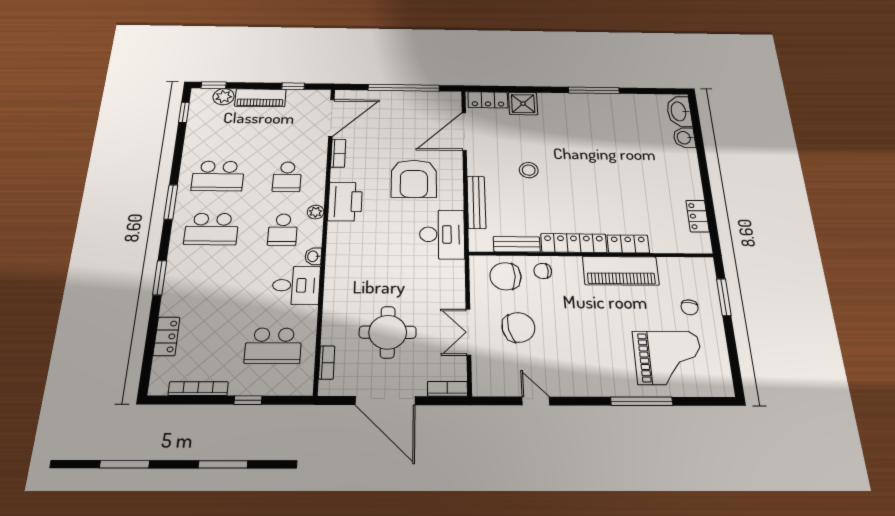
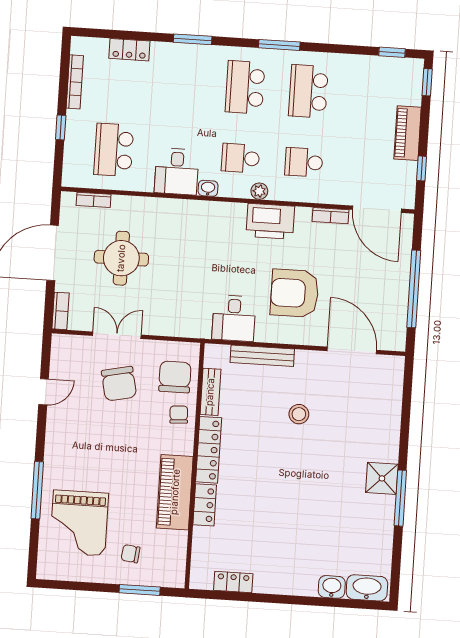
plant: (224, 97) -> (411, 94), removed
locker: (488, 100) -> (393, 380), removed
shower: (523, 104) -> (382, 478), moved
desk: (442, 234) -> (234, 318), width x0.73

